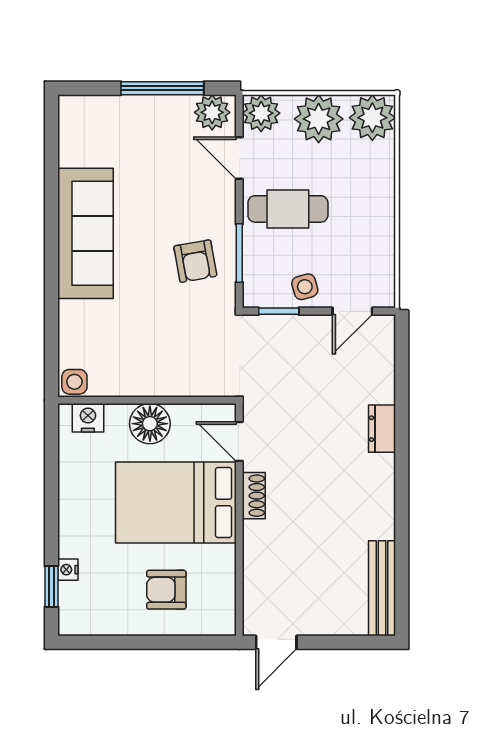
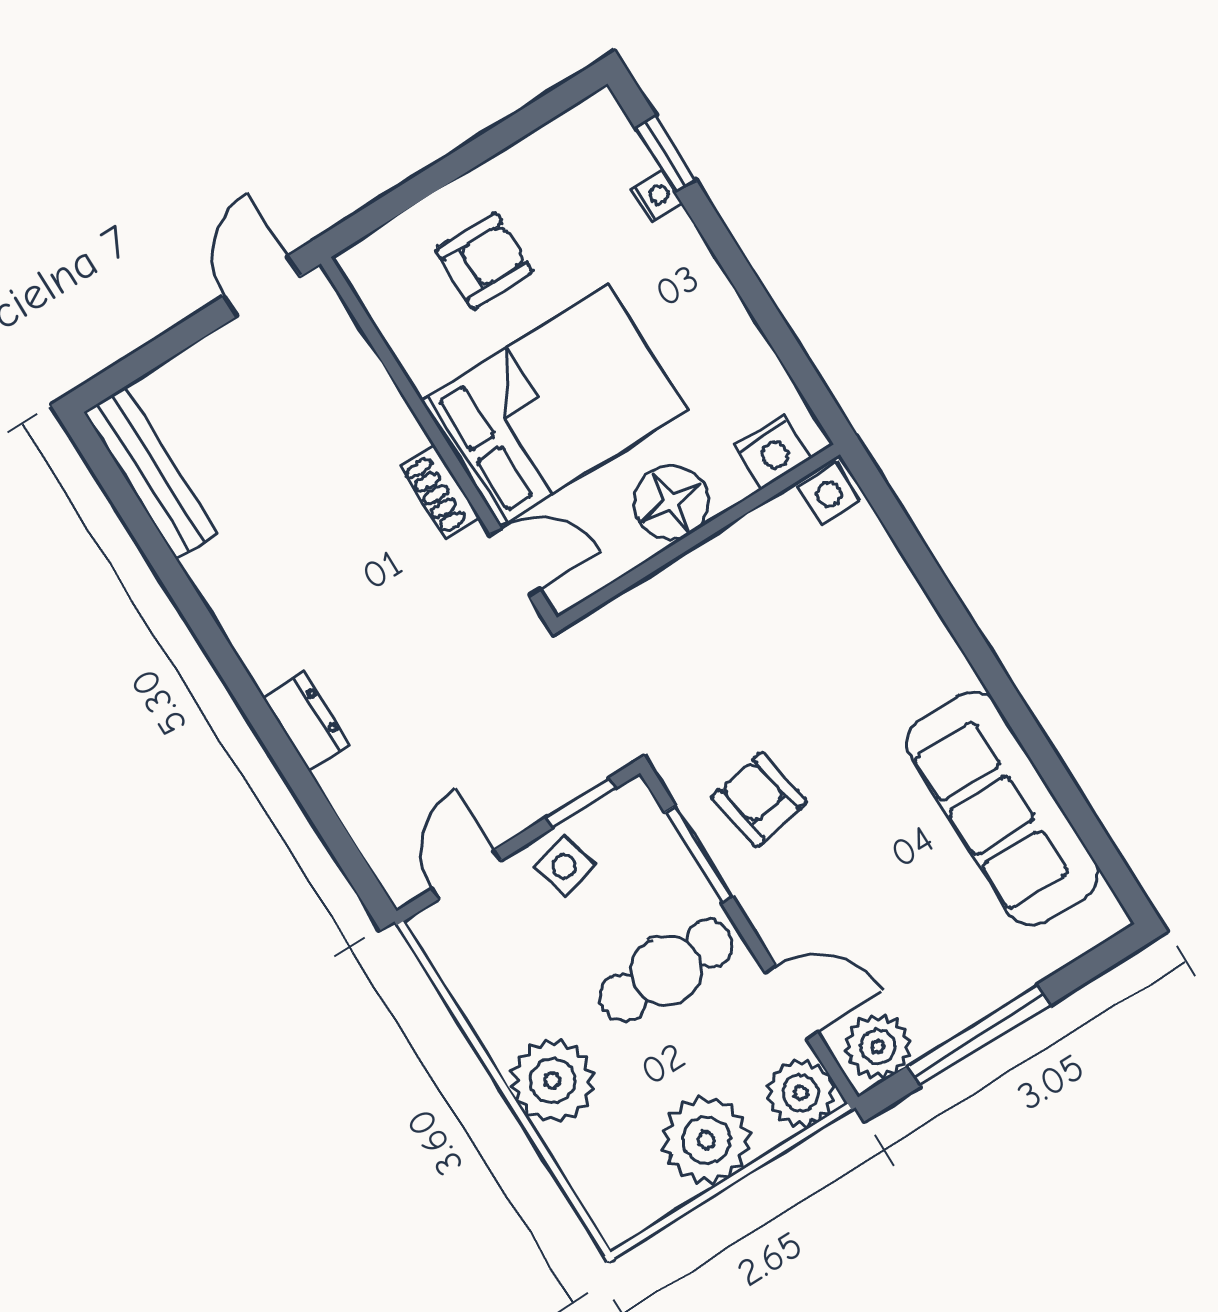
plant: (372, 118) -> (552, 1080), moved
sofa: (85, 233) -> (1002, 809), moved

